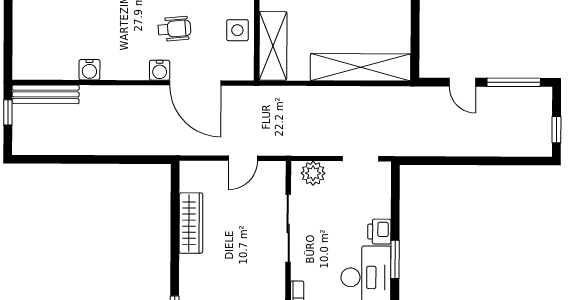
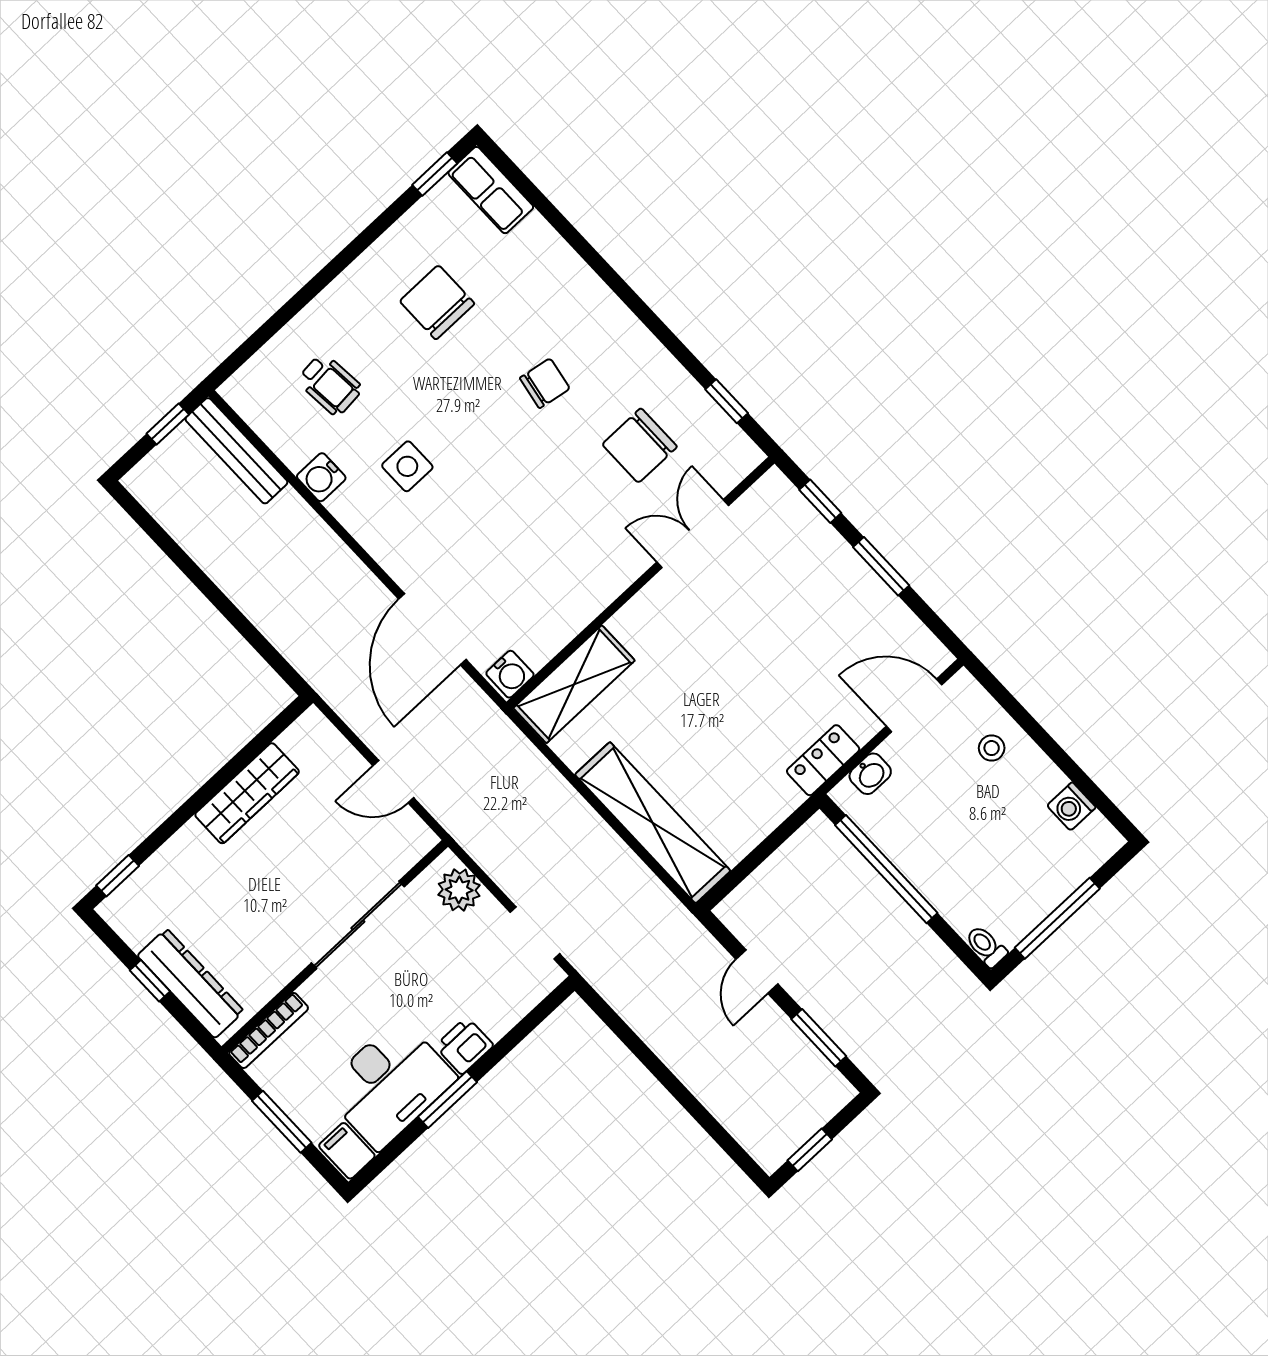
wheelchair: (174, 29) -> (330, 385), moved
side table: (237, 30) -> (407, 466), moved
water cooler: (160, 70) -> (510, 674), moved, turned -90
window: (514, 82) -> (819, 1038), width x0.69

